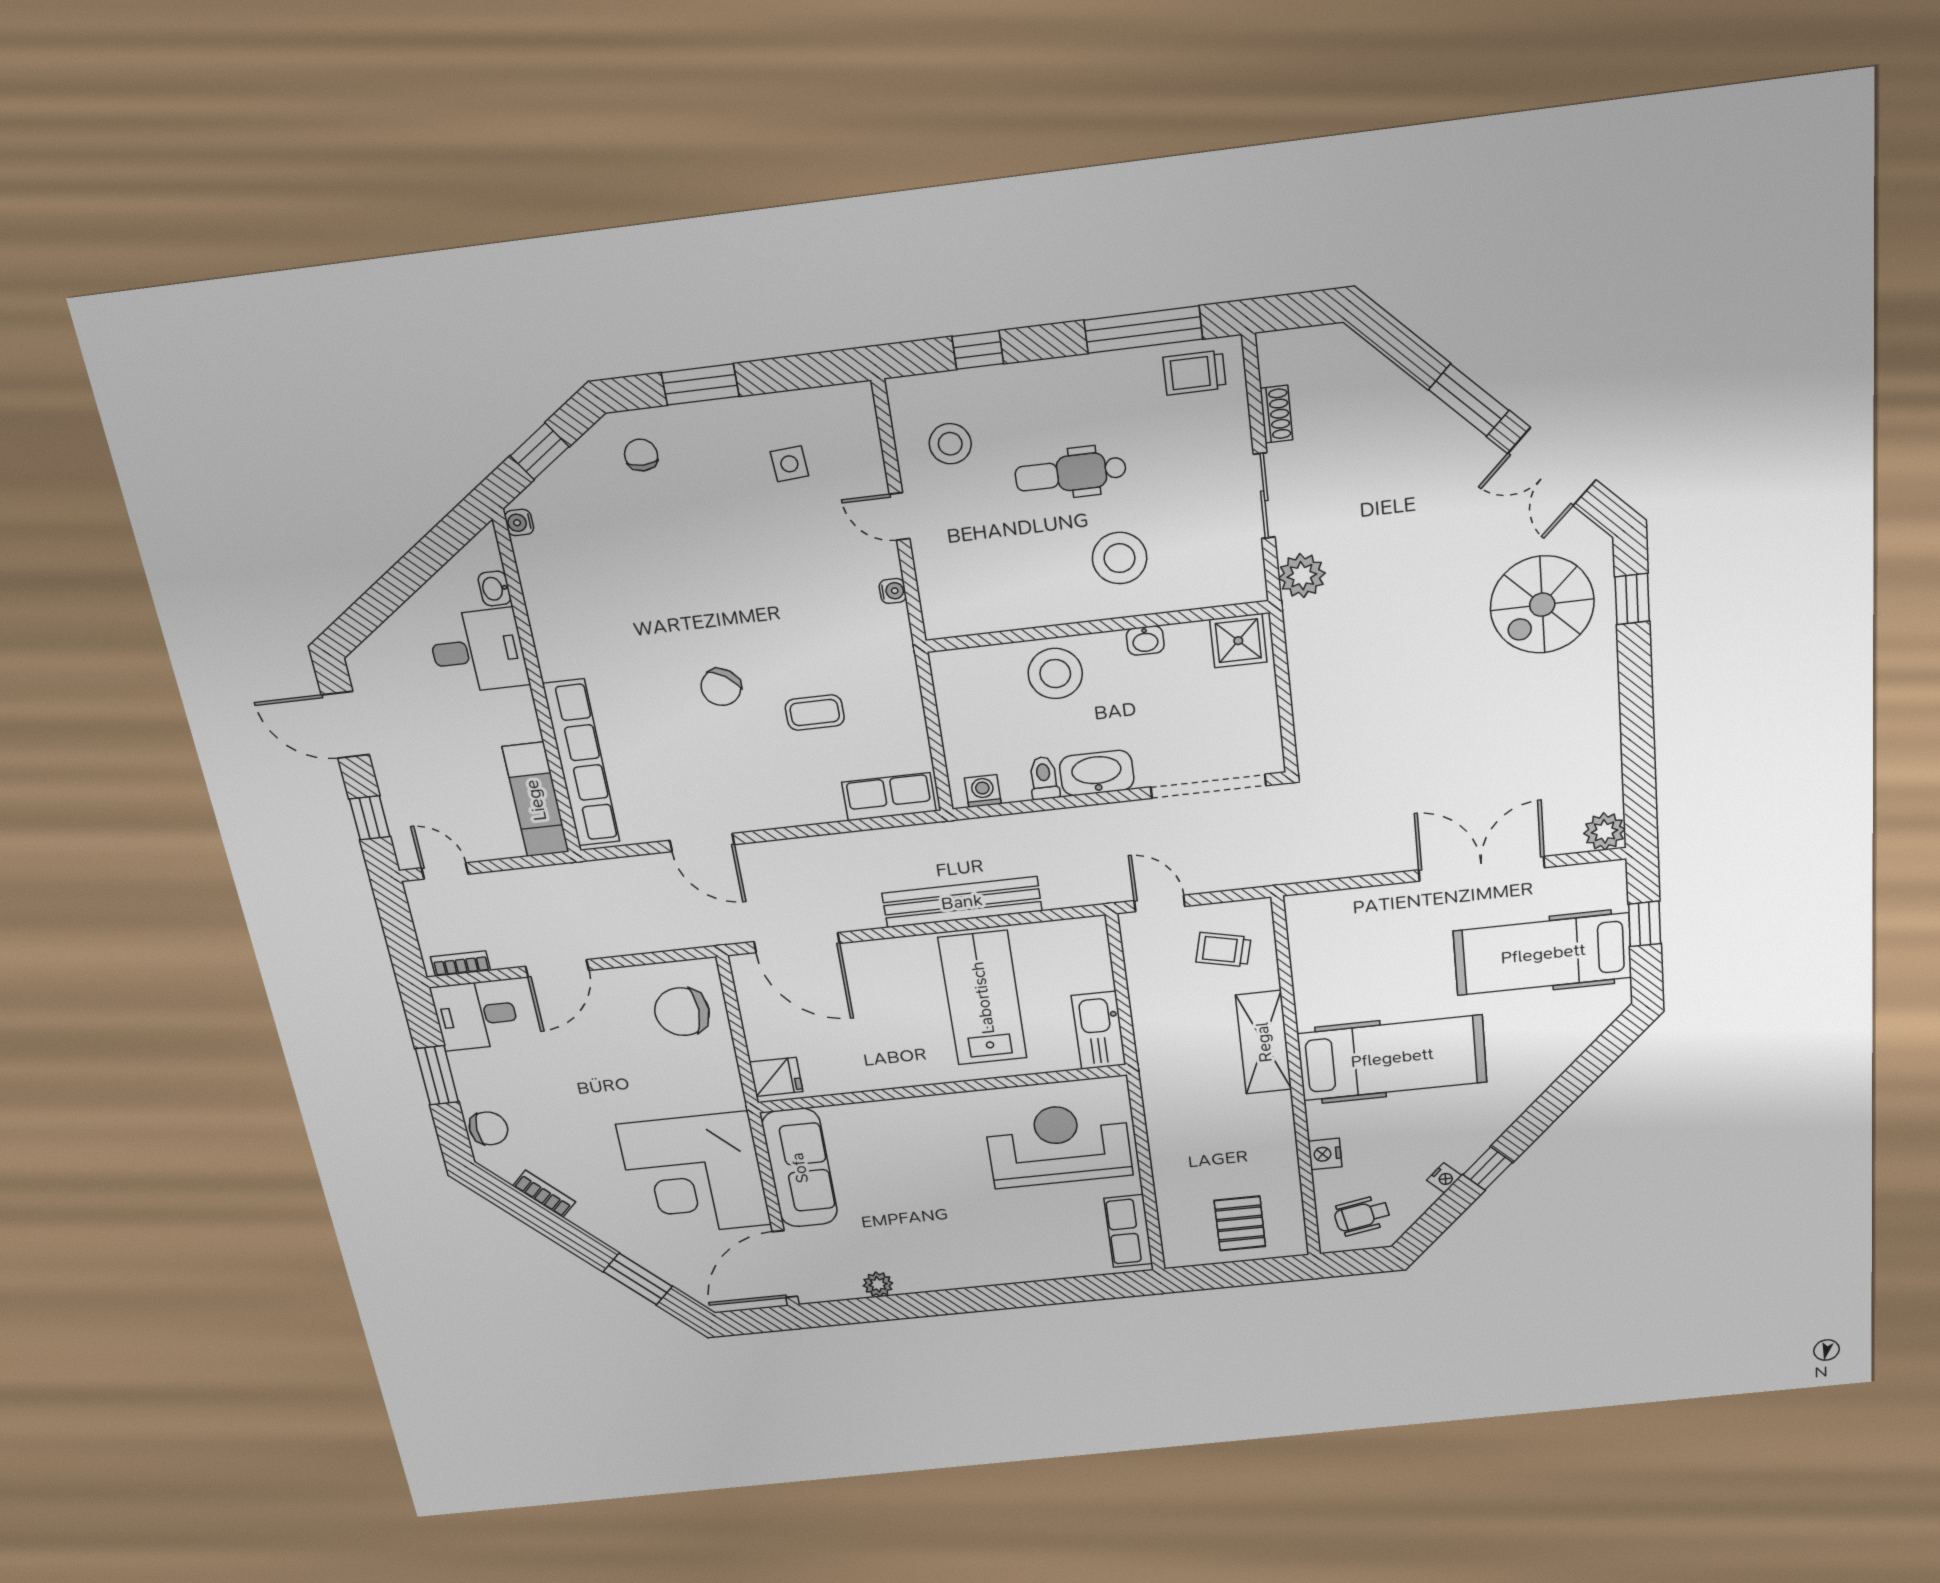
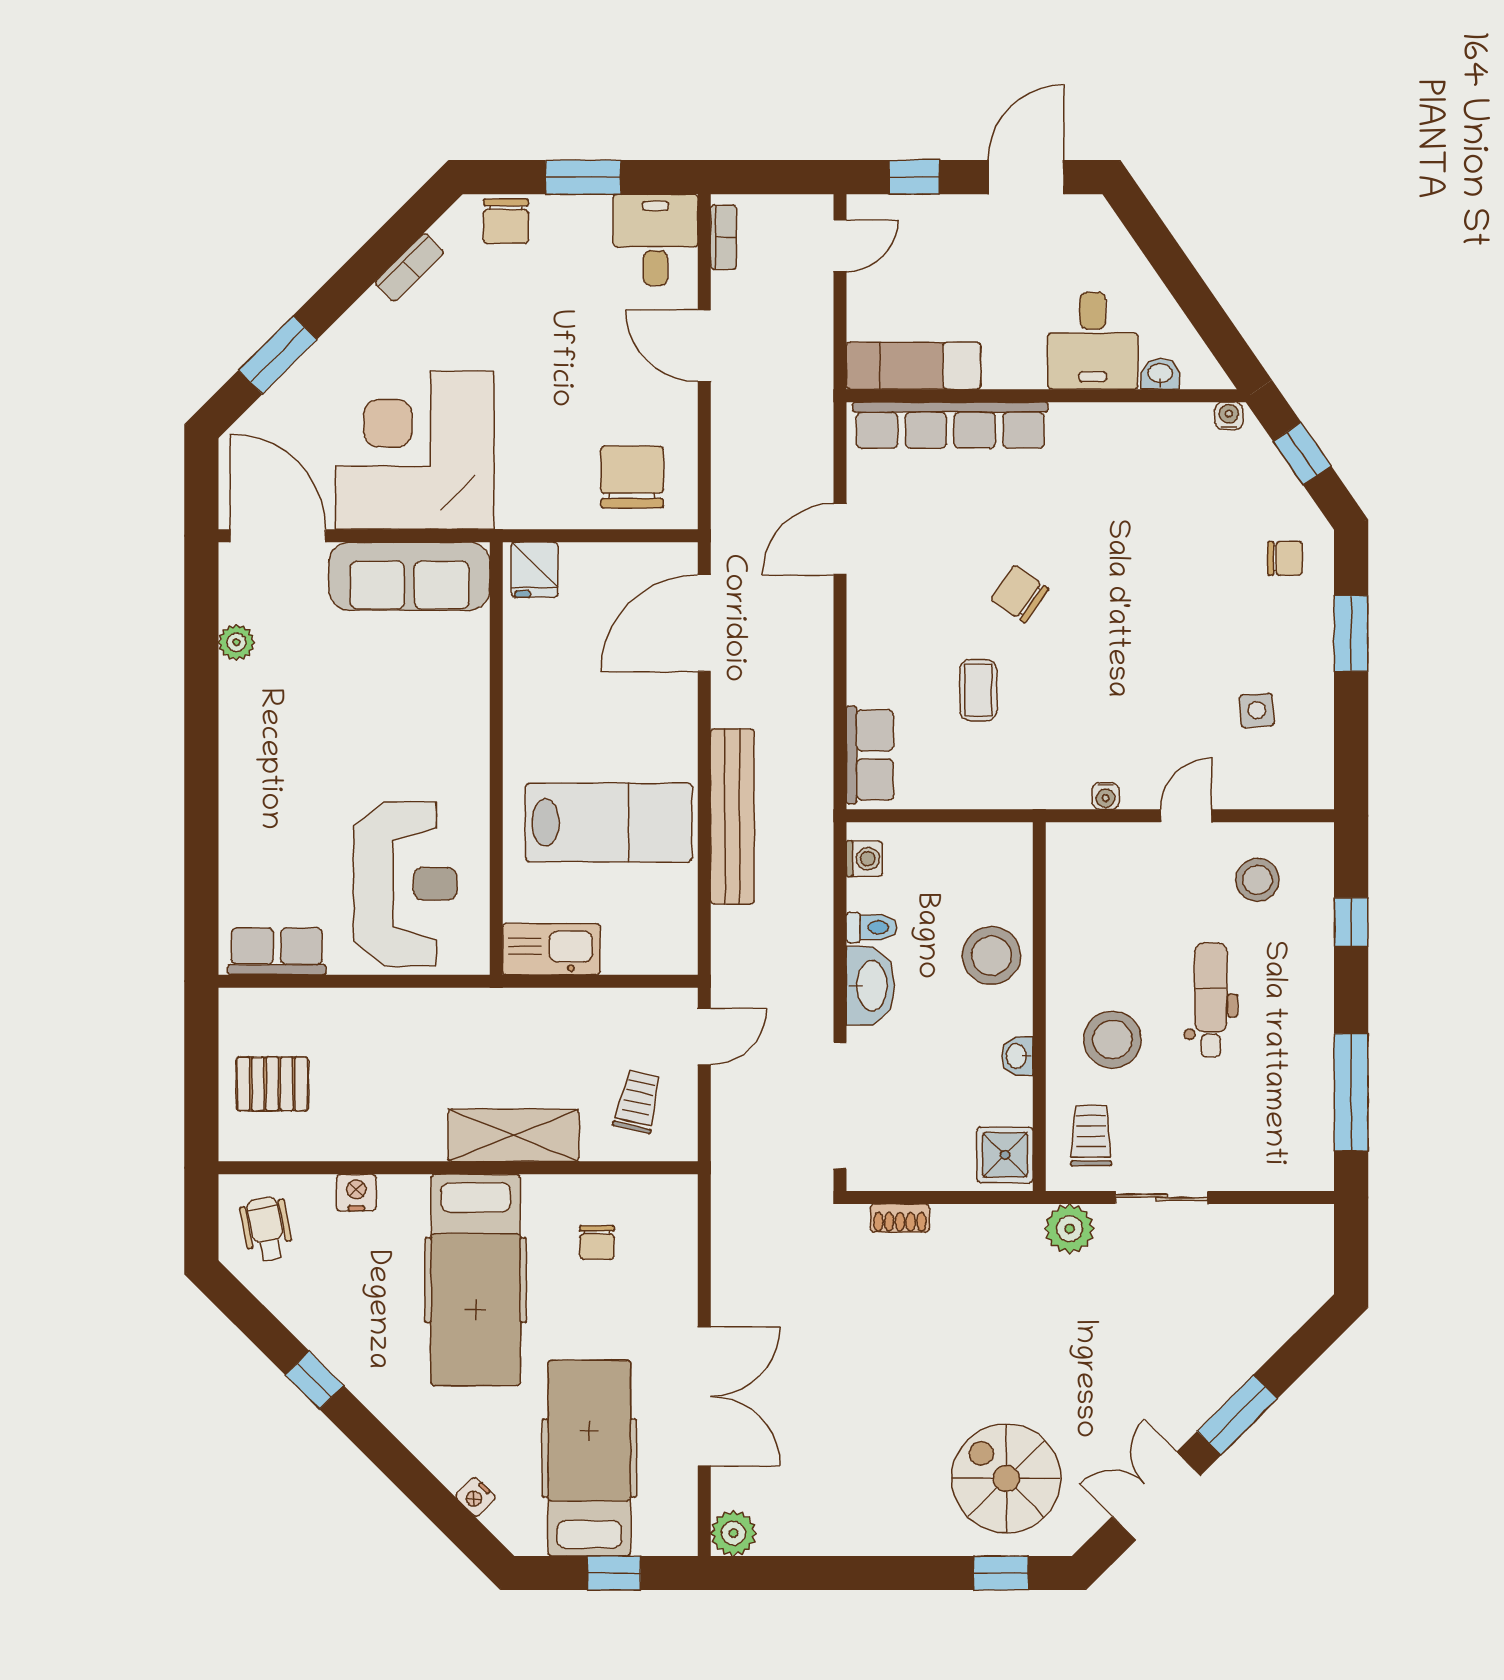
trolley: (1194, 373) -> (1091, 1135), moved
shoe rack: (1276, 414) -> (900, 1218), moved
chair: (1351, 968) -> (597, 1243), added
nightstand: (1444, 1178) -> (475, 1497), moved

